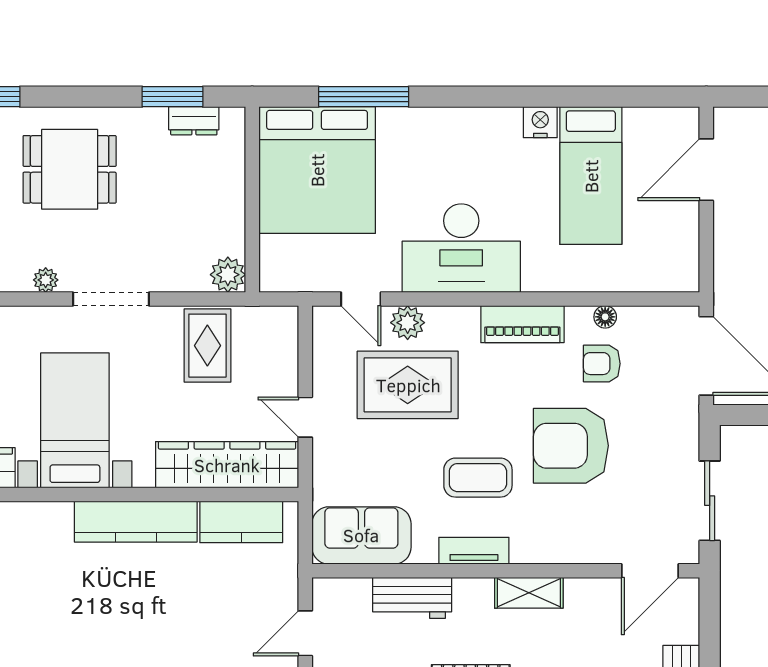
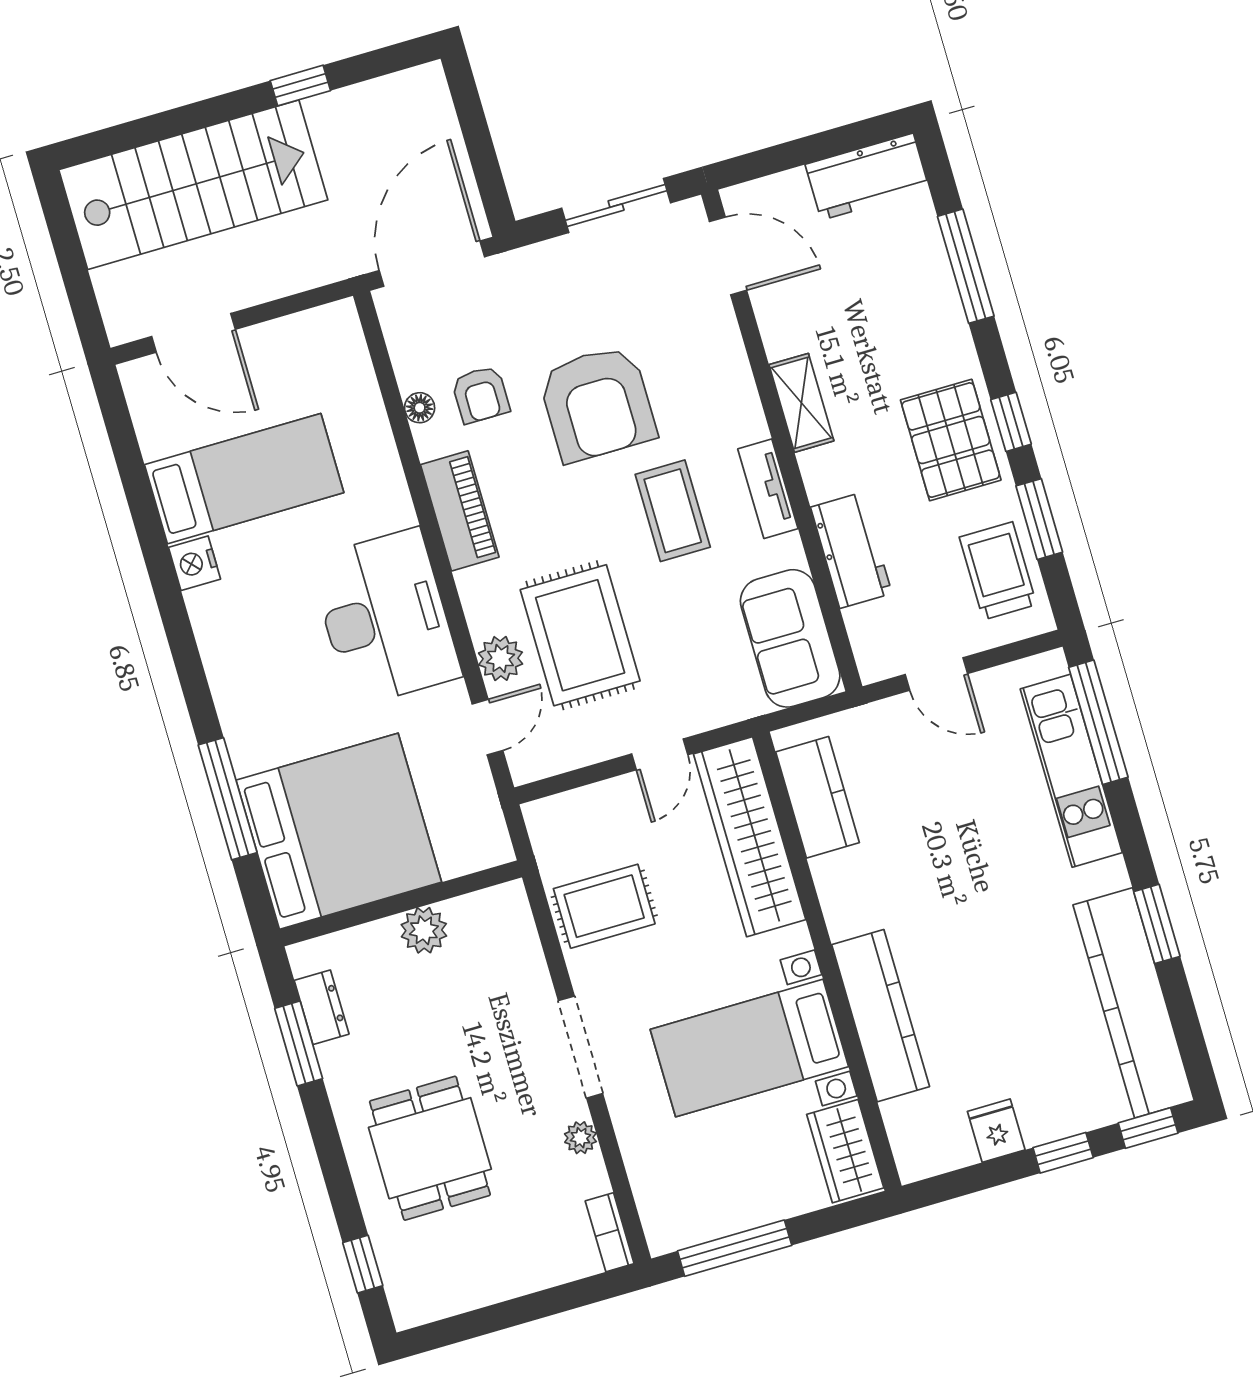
plant: (228, 275) -> (424, 930), moved
kitchen counter: (136, 522) -> (881, 1016), moved

